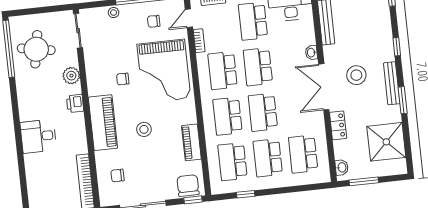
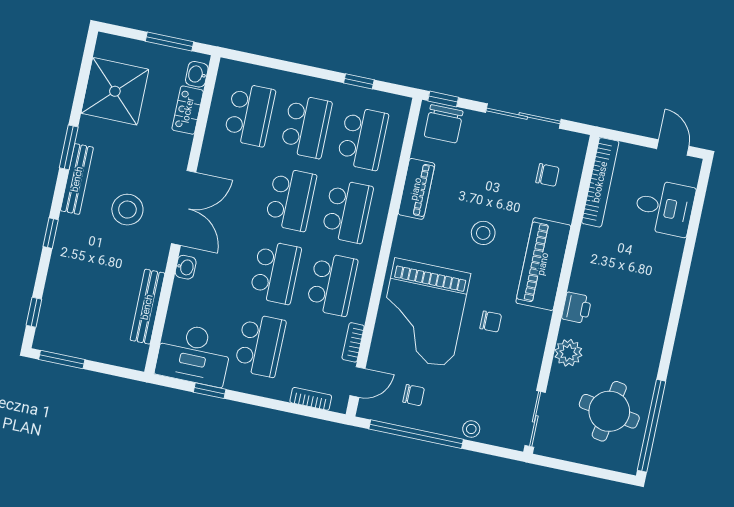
grand piano: (164, 71) -> (423, 313), turned 180
locker: (338, 125) -> (188, 110), moved
desk: (38, 136) -> (664, 208), moved

